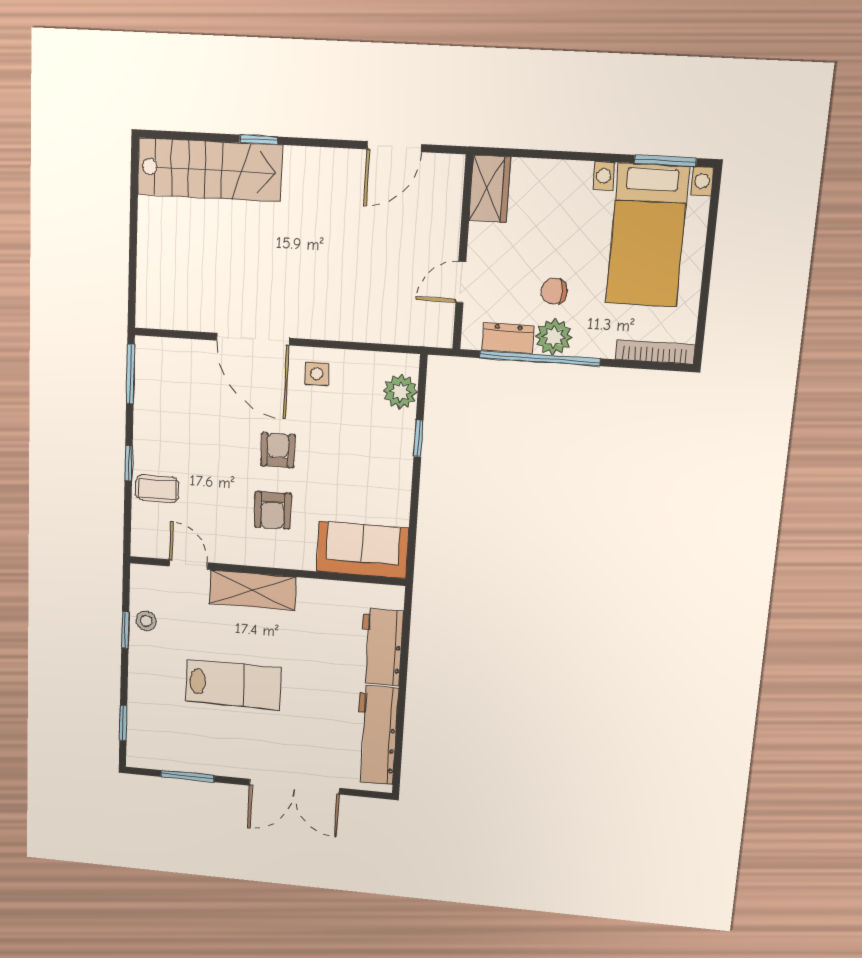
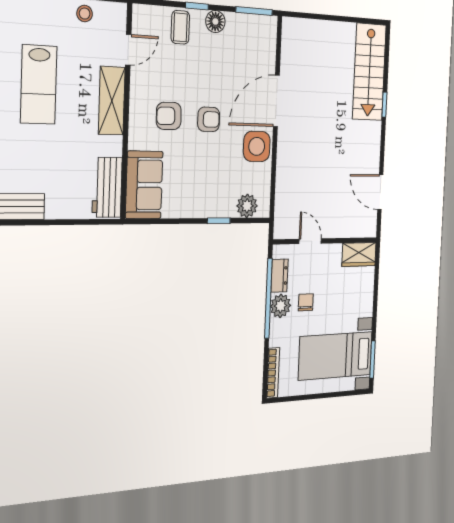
side table: (317, 374) -> (257, 146), width x1.87, depth x1.87
floor lamp: (147, 436) -> (215, 22), added
workbench: (381, 647) -> (107, 187), moved, turned -90

